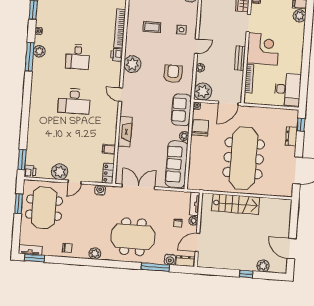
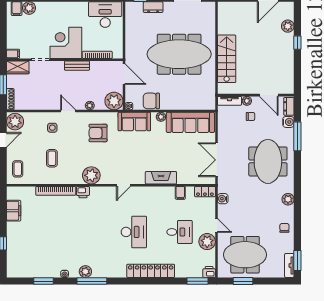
desk: (78, 57) -> (180, 232), moved
locker: (35, 115) -> (151, 271), added

